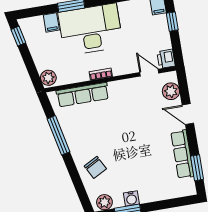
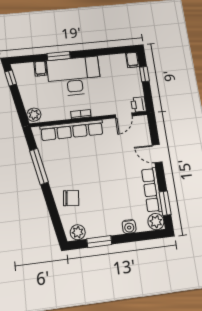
door: (149, 73) -> (124, 115), swing flipped
plant: (171, 91) -> (156, 222), moved
row of seats: (83, 95) -> (72, 130), width x1.36
chair: (95, 167) -> (71, 198), turned -56
water cooler: (131, 198) -> (129, 227), moved

